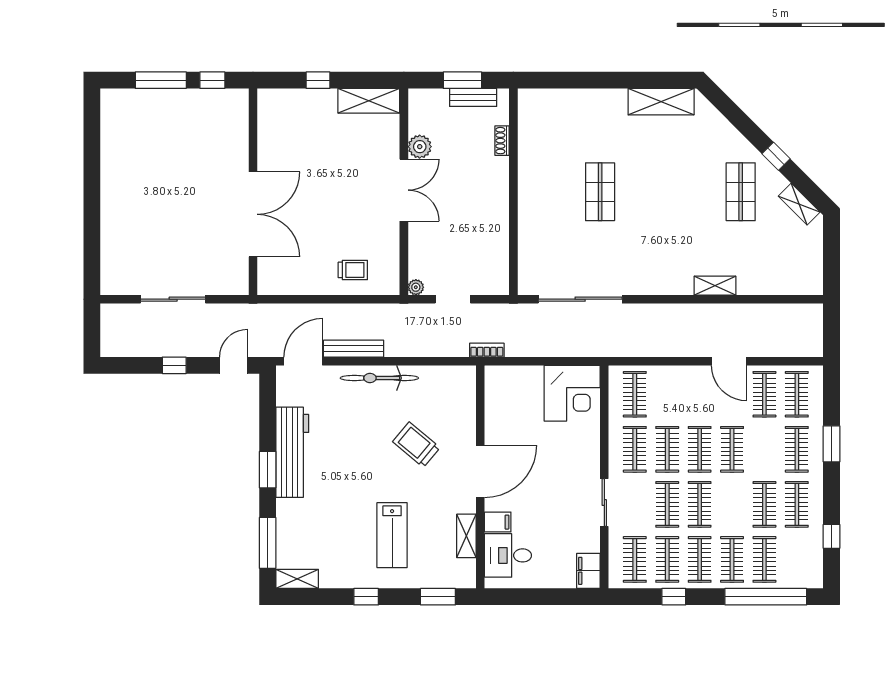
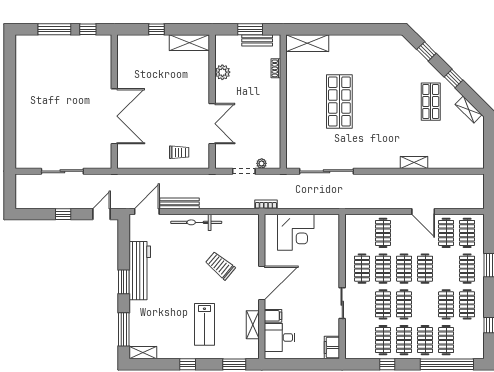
shelving: (661, 102) -> (307, 43), moved
window: (734, 114) -> (426, 51), added
double door: (404, 190) -> (212, 124), moved
shop shelf: (600, 192) -> (339, 102), width x1.43, depth x1.36
plant: (416, 287) -> (262, 163), moved
corner desk: (572, 393) -> (296, 232), moved
clothes rail: (635, 394) -> (383, 233), moved
clothes rail: (635, 559) -> (362, 340), removed

